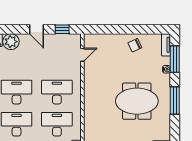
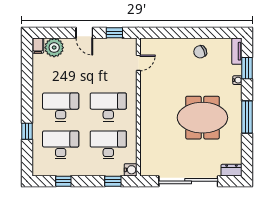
window: (175, 59) -> (247, 68), width x0.69

